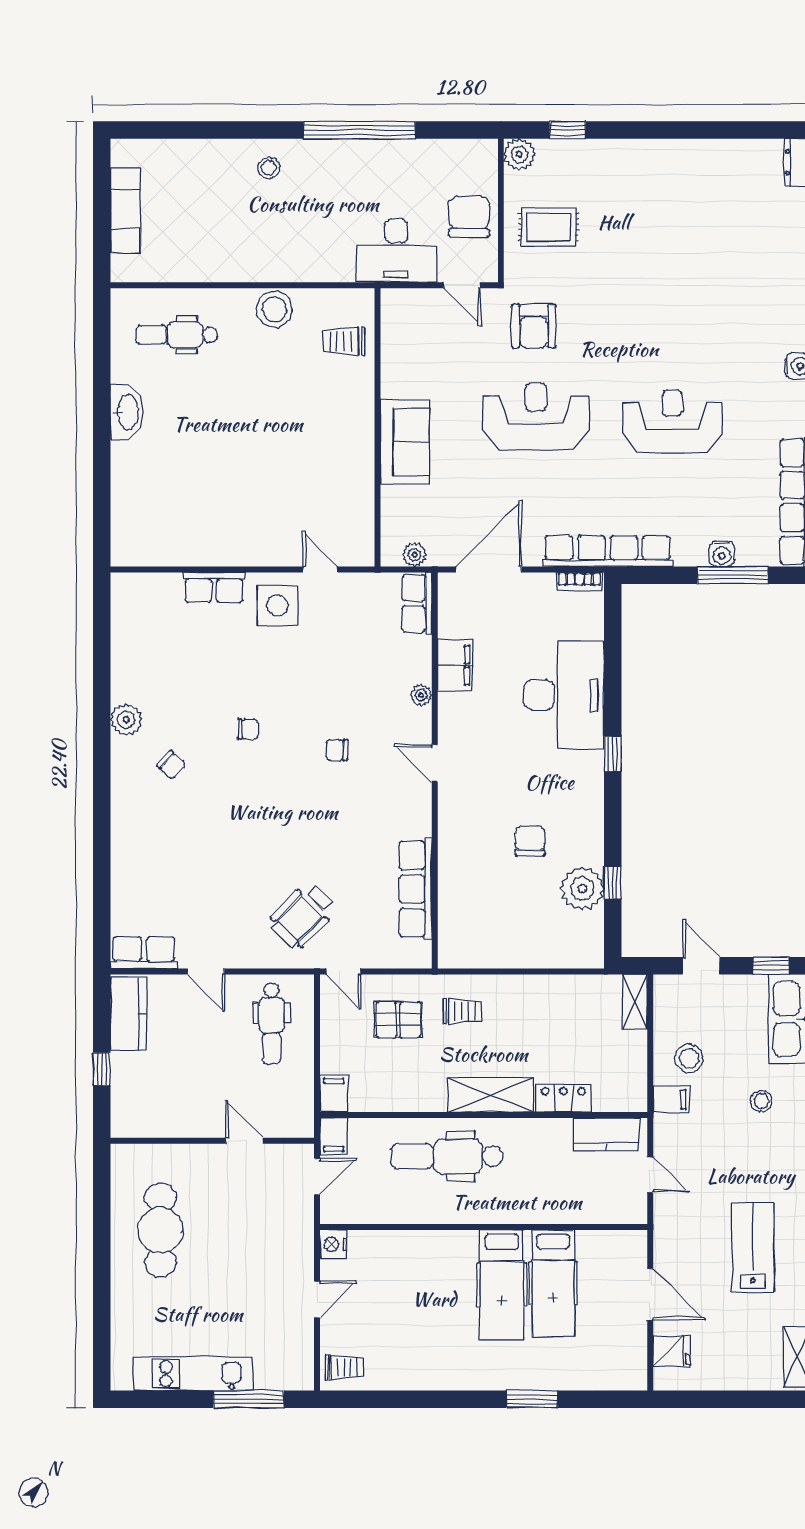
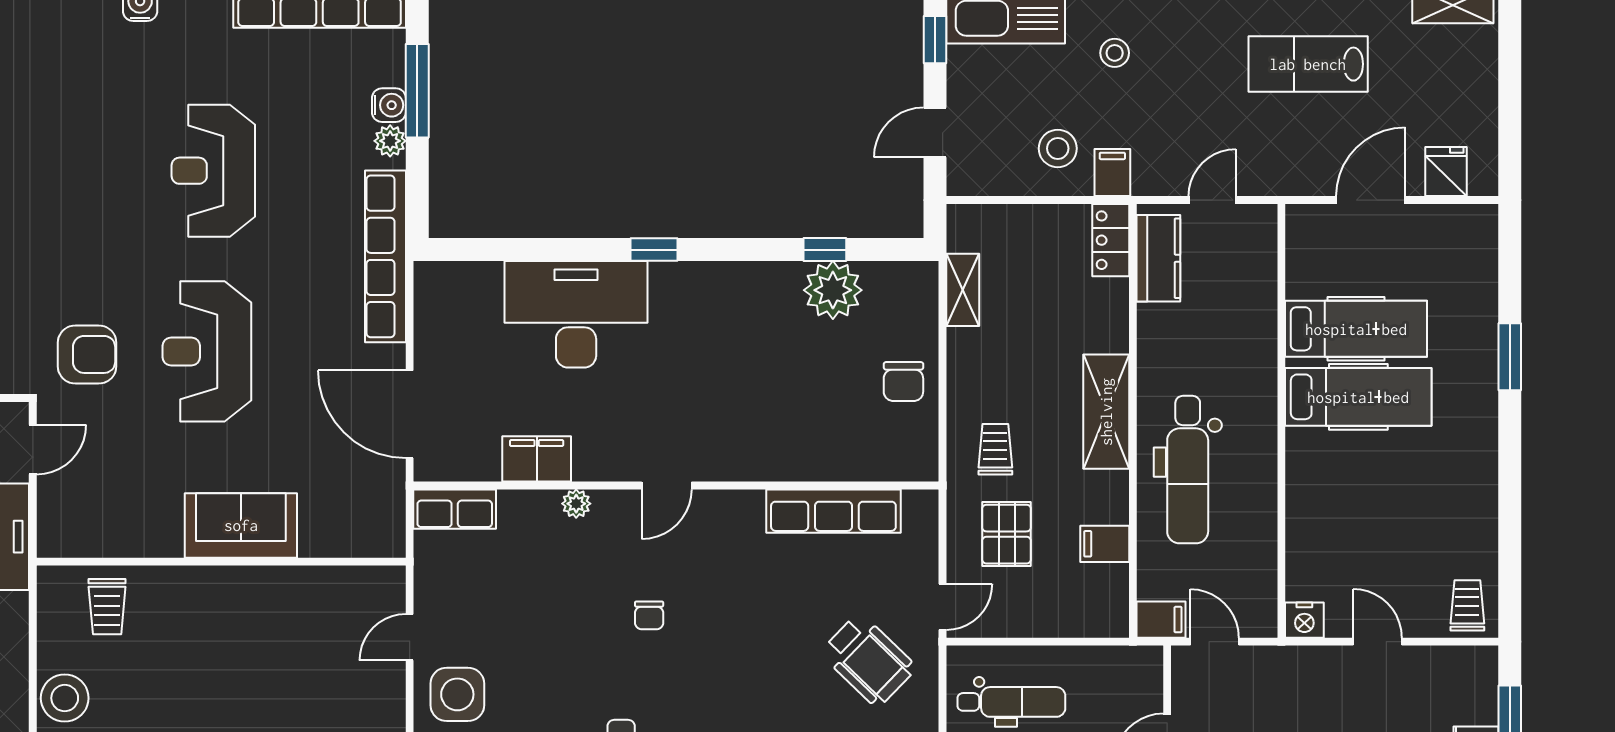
plant: (415, 555) -> (390, 141), moved
bookcase: (579, 581) -> (425, 294), removed
chair: (530, 841) -> (903, 382), moved, turned -90
shelving: (635, 1002) -> (963, 290), moved, turned 90
filing cabinet: (334, 1094) -> (1105, 544), moved
locker: (563, 1098) -> (1111, 240), moved

